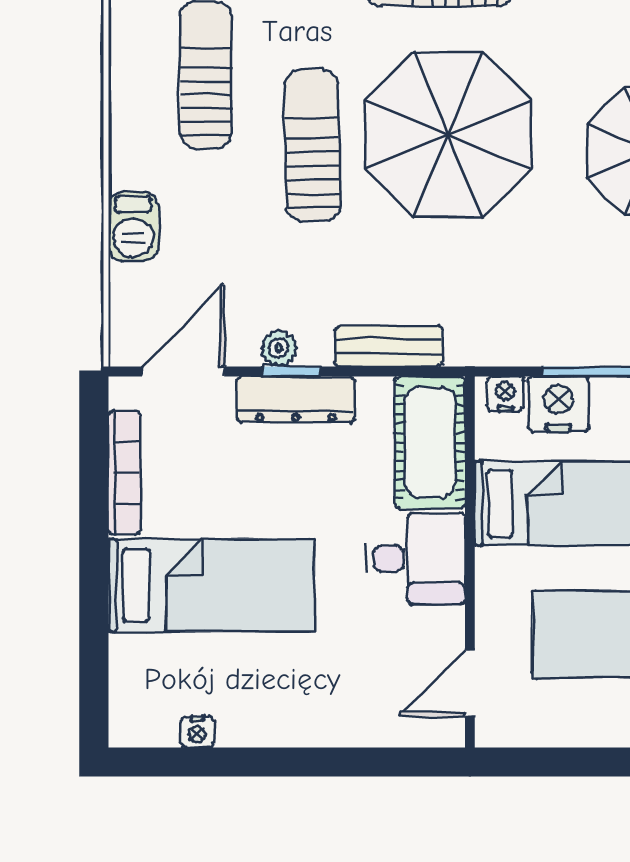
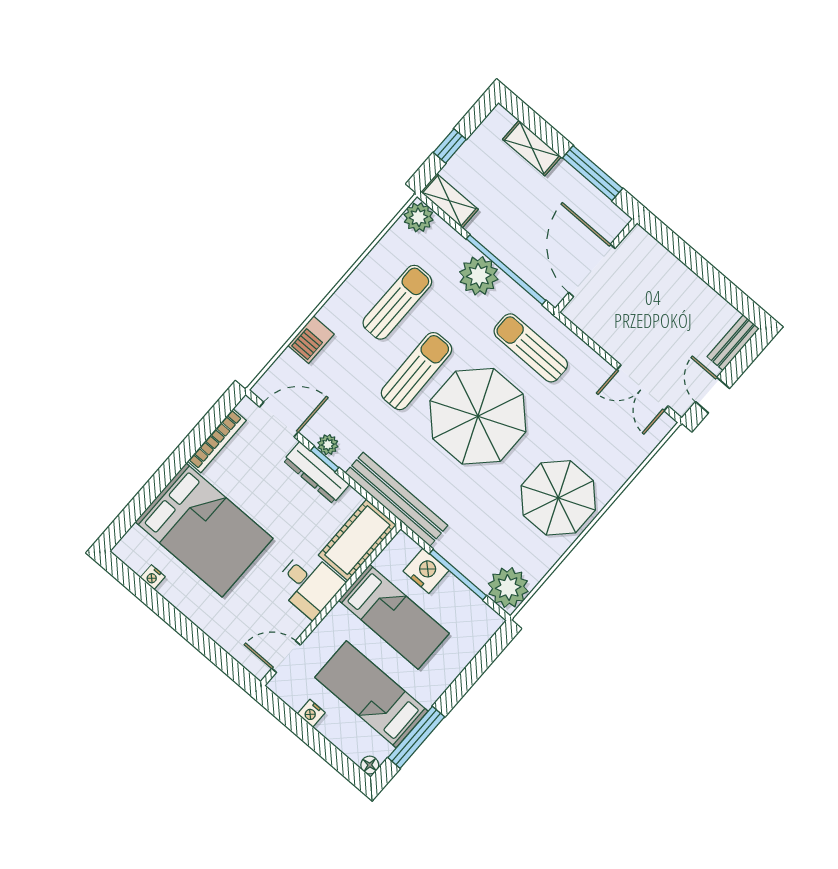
bench: (389, 346) -> (396, 499), width x1.86, depth x1.21
nightstand: (506, 394) -> (311, 713), moved, turned 180
bed: (211, 585) -> (204, 530), width x1.50

